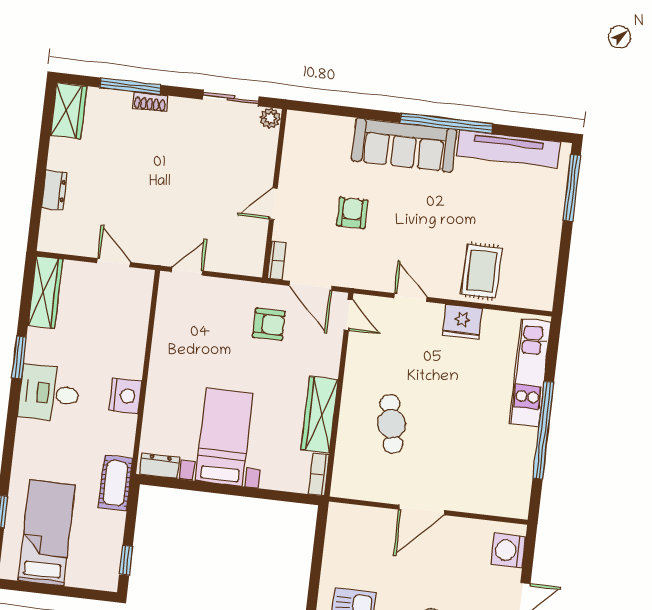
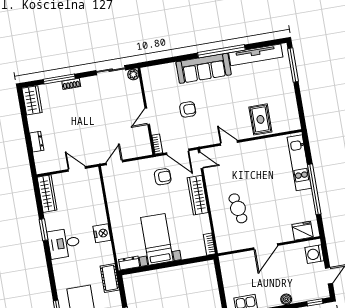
armchair: (352, 213) -> (188, 109), turned 90
fridge: (462, 322) -> (303, 231), moved, turned 180
wardrobe: (320, 415) -> (198, 195), moved

